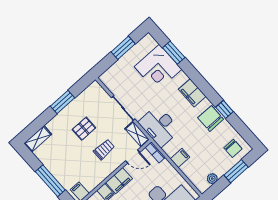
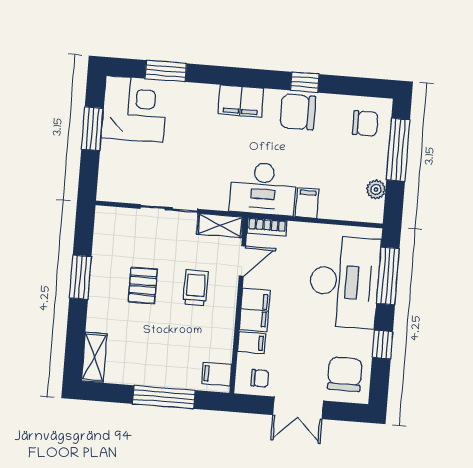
corner desk: (158, 68) -> (134, 109), moved, turned -90
desk: (159, 126) -> (263, 189), moved
window: (236, 171) -> (398, 150), width x1.44

